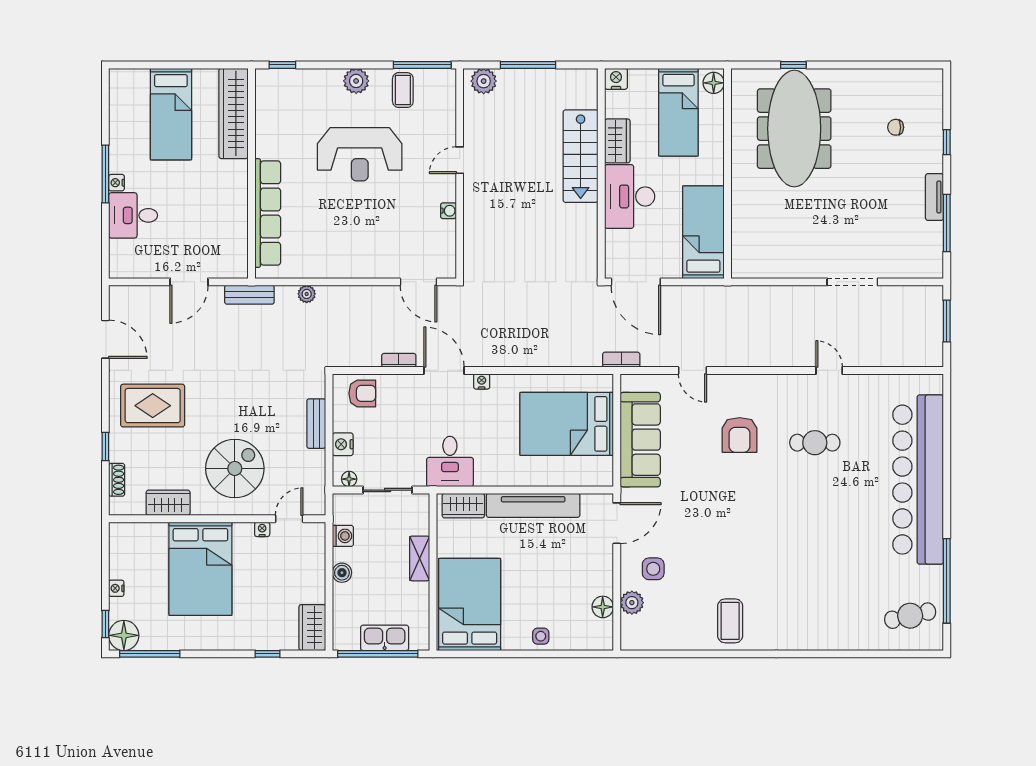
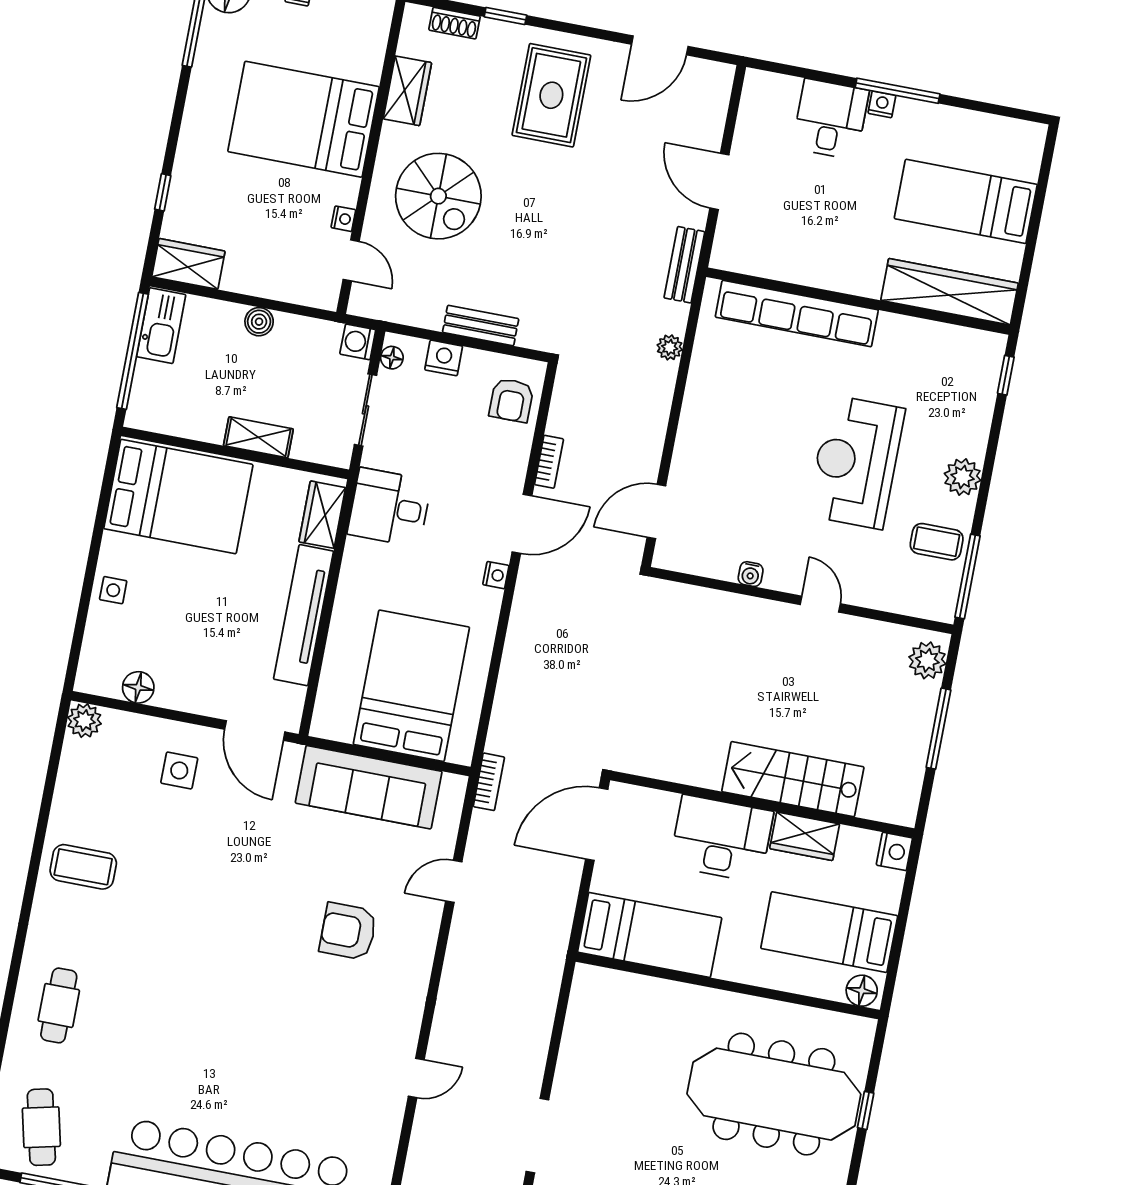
cafe table: (815, 443) -> (59, 1005), moved
washing machine: (343, 536) -> (358, 342), moved, turned 90
plant: (632, 603) -> (84, 721), moved
kitchen sink: (385, 638) -> (161, 326), moved

